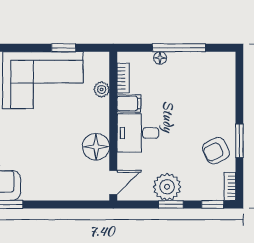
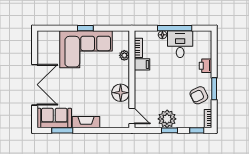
window: (64, 48) -> (85, 28), moved
printer: (226, 105) -> (206, 66), added
desk: (138, 133) -> (180, 44), moved, turned 90
door: (113, 182) -> (132, 116), hinge flipped
fireplace: (43, 192) -> (86, 122), added

